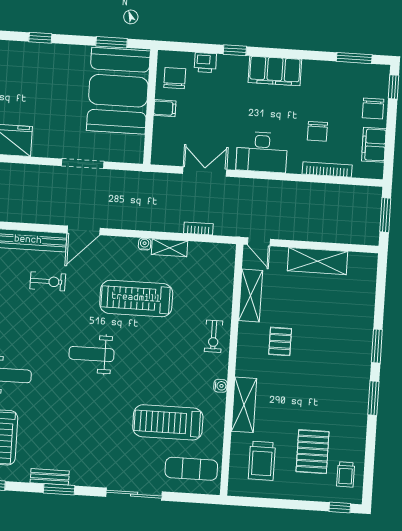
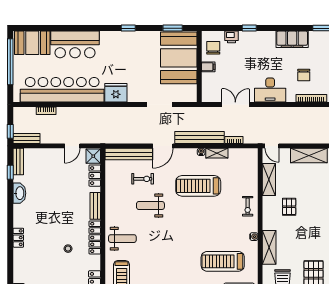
filing cabinet: (275, 71) -> (292, 39), moved
bench: (143, 221) -> (200, 137), added
weight bench: (92, 354) -> (150, 206), moved

